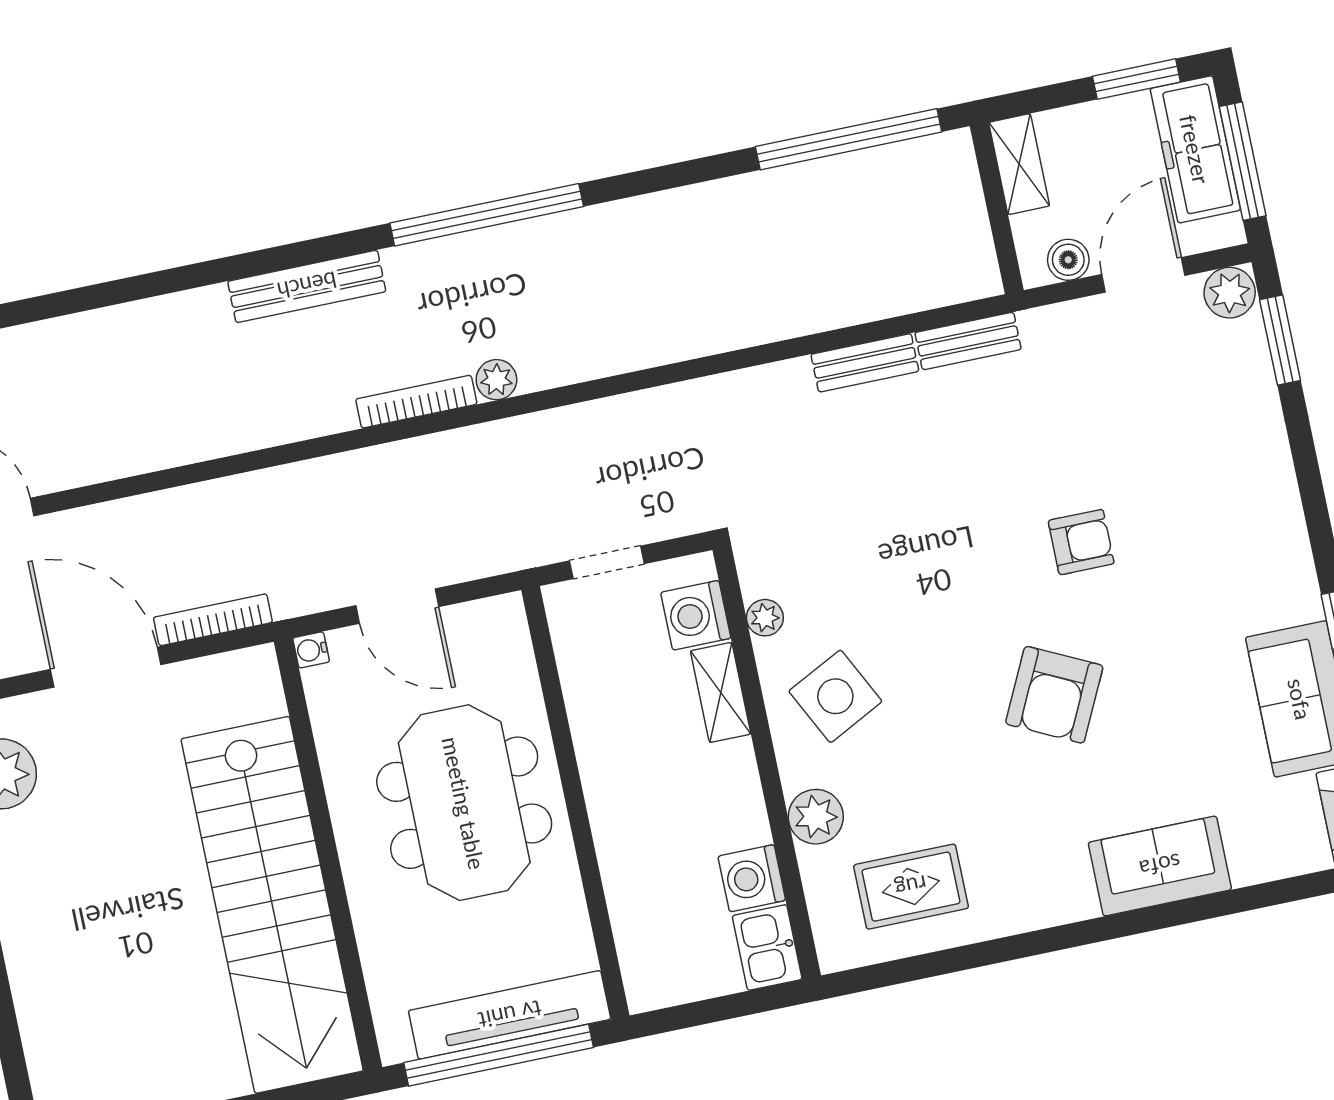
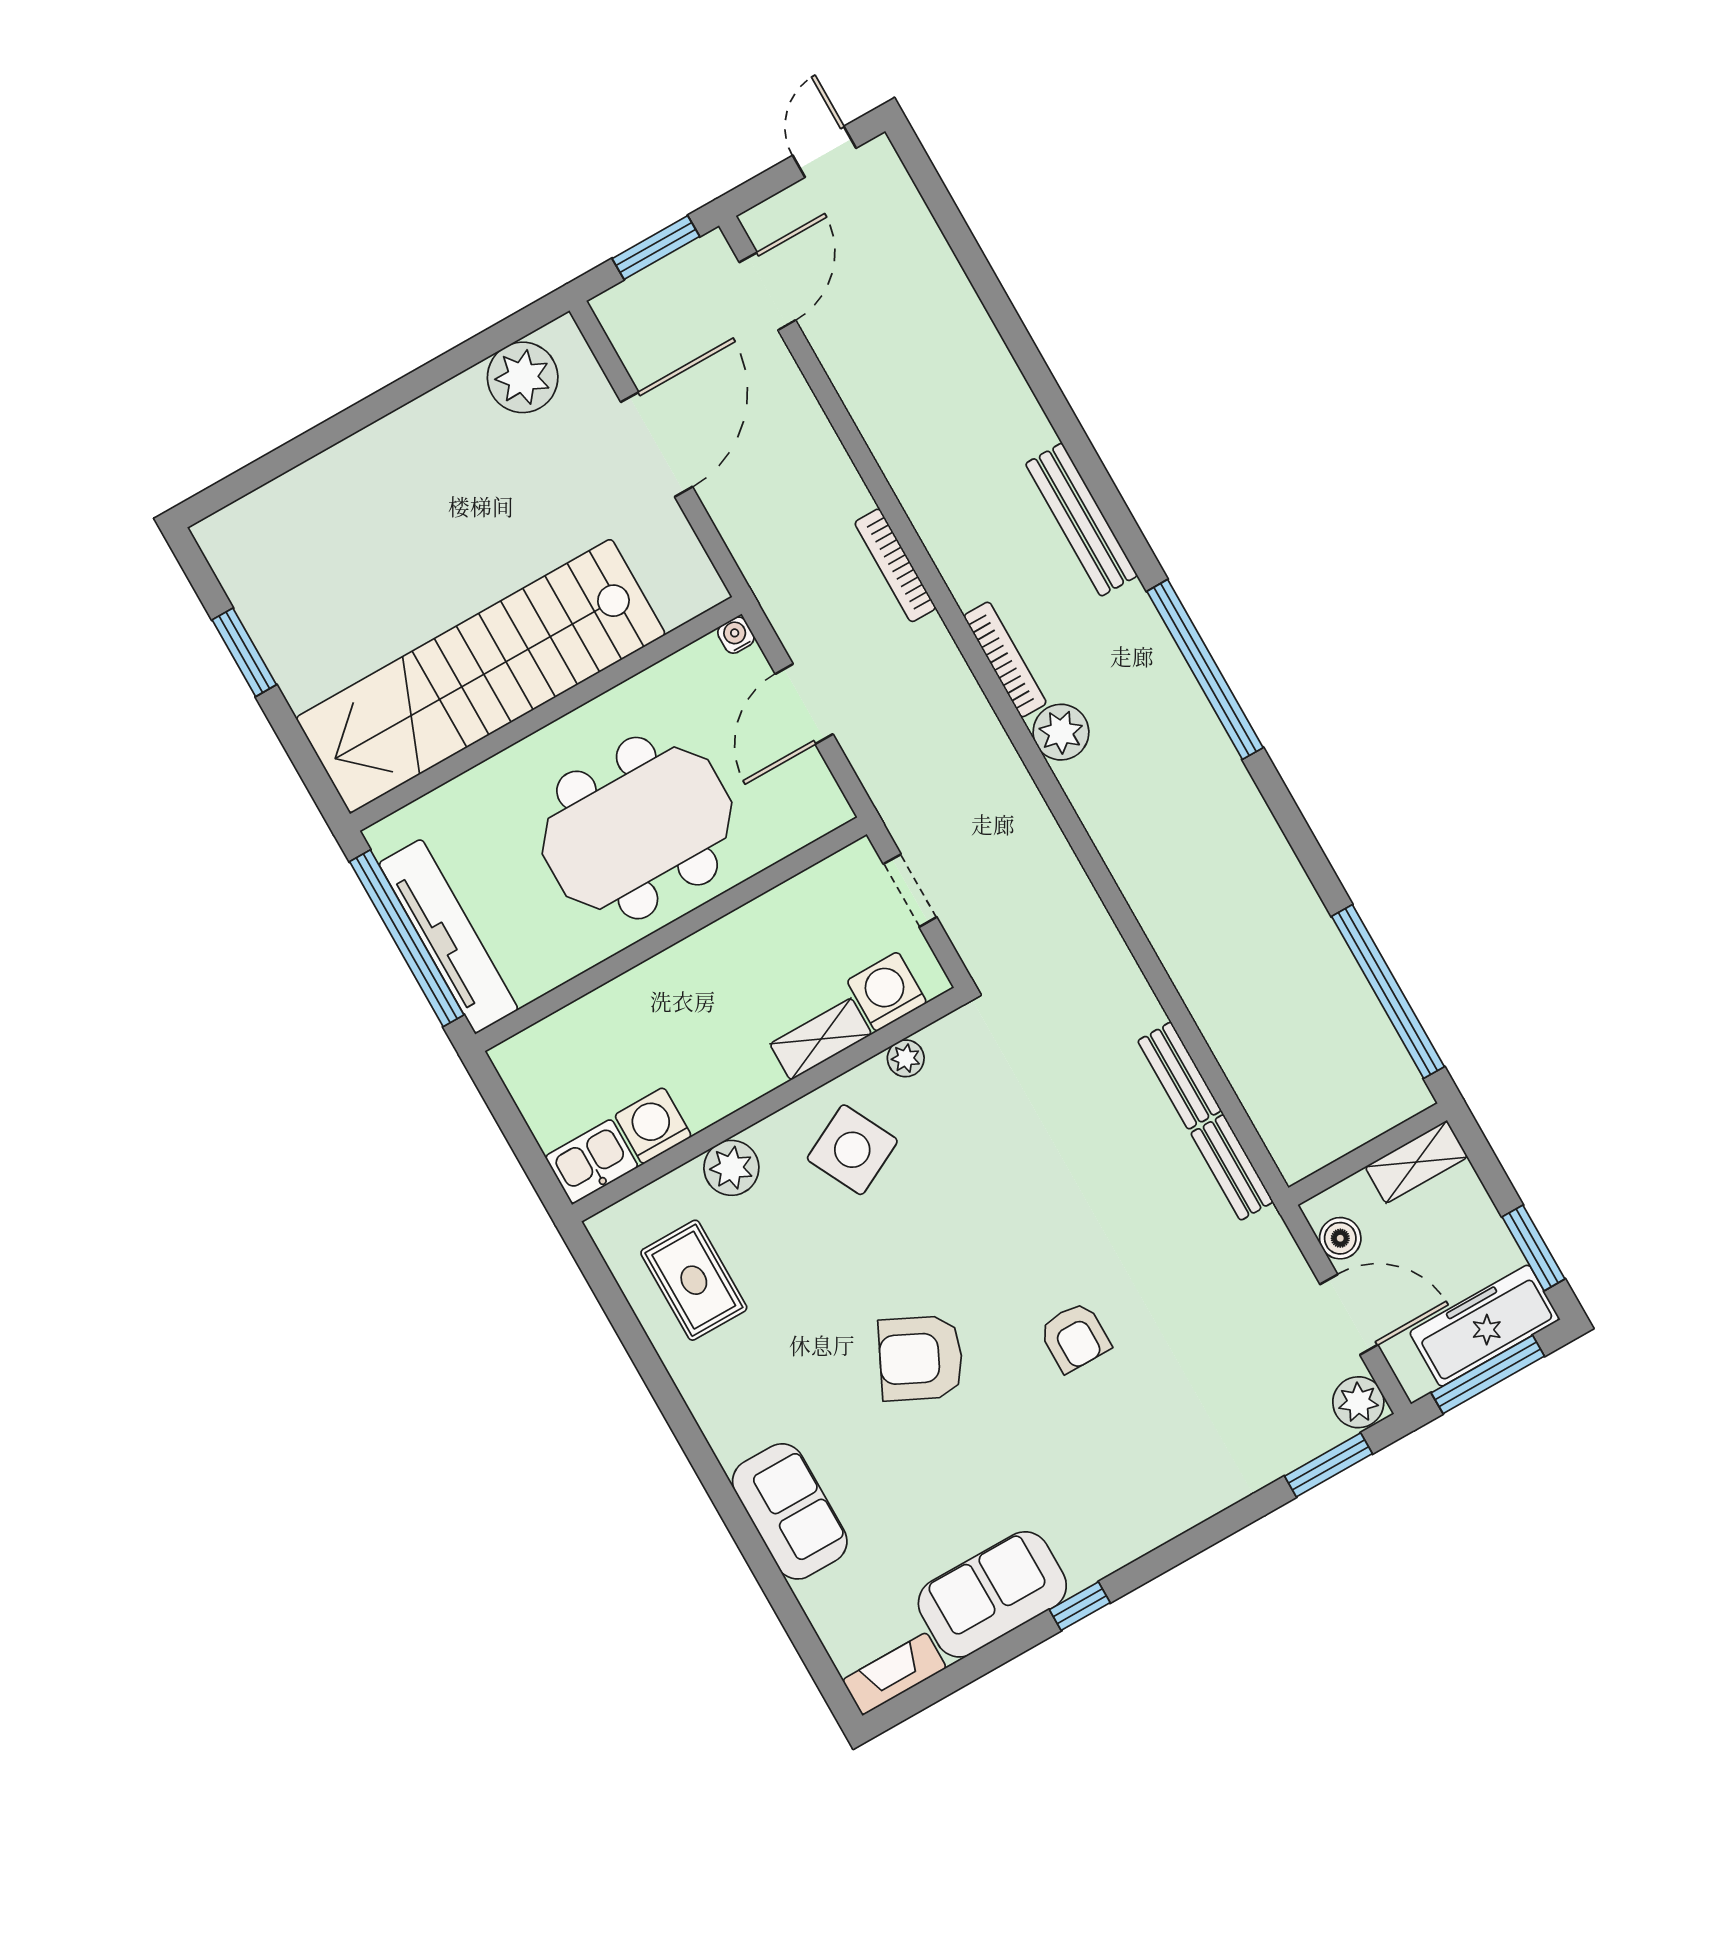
plant: (496, 380) -> (1061, 732), width x1.38, depth x1.38
bookcase: (213, 620) -> (895, 565), moved, turned 180

